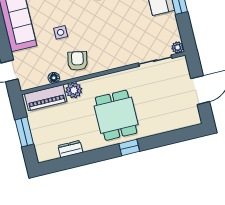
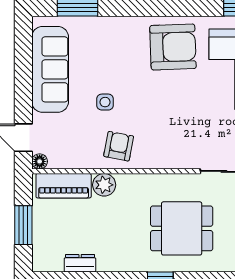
floor lamp: (54, 78) -> (40, 161), moved
dining table: (116, 115) -> (182, 228), moved, turned 90

